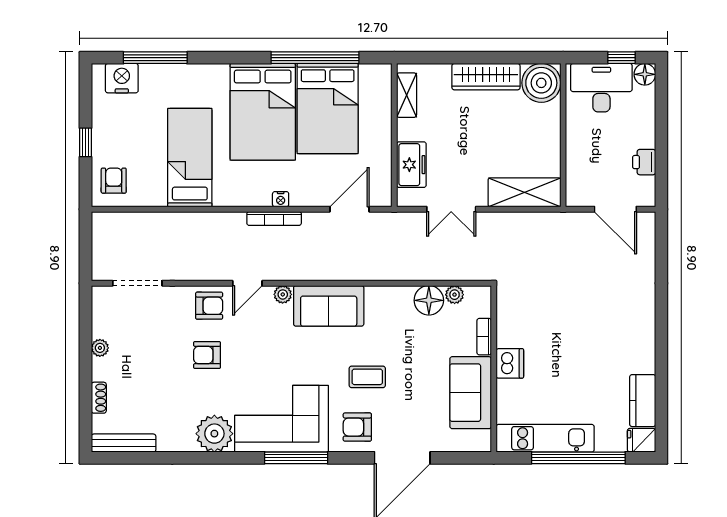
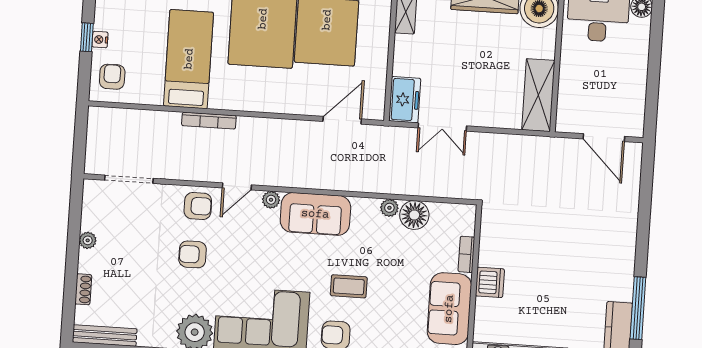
printer: (644, 162) -> (635, 93), removed
freezer: (411, 165) -> (405, 100), moved
shelving: (524, 192) -> (538, 95), moved, turned 90
nightstand: (281, 199) -> (100, 40), moved, turned 90
bookcase: (274, 218) -> (209, 121), moved
plant: (455, 295) -> (389, 208), moved
window: (661, 379) -> (638, 308), added

